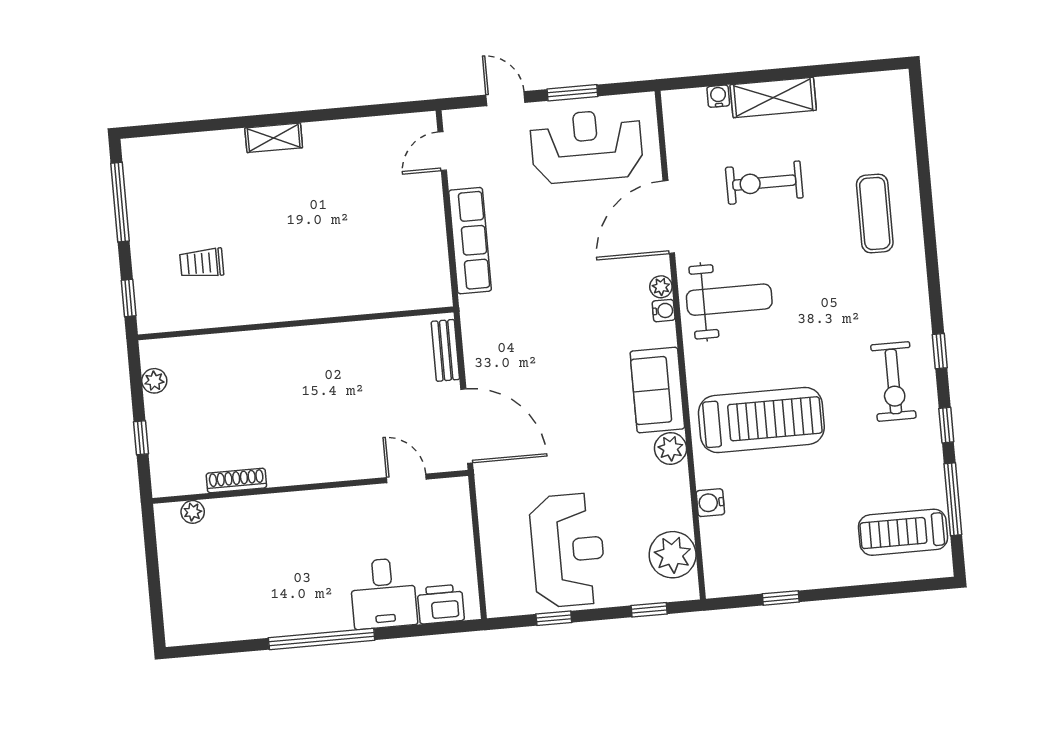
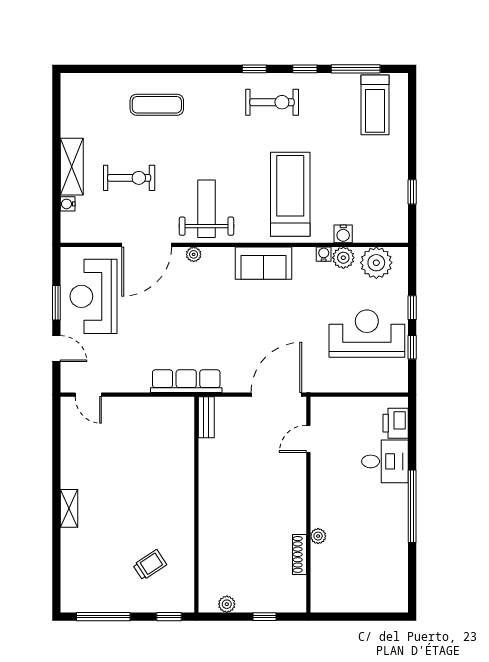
door: (505, 99) -> (56, 349), swing flipped
exercise bike: (764, 183) -> (129, 178), turned -90
door: (669, 217) -> (147, 245), hinge flipped
row of seats: (470, 241) -> (186, 381), moved
trolley: (202, 263) -> (150, 565), turned -123
water cooler: (664, 311) -> (324, 254), moved
bench: (445, 350) -> (206, 417), moved, turned 90
plant: (671, 448) -> (343, 258), moved
plant: (193, 512) -> (318, 536), moved
window: (649, 610) -> (412, 308), moved

